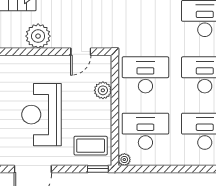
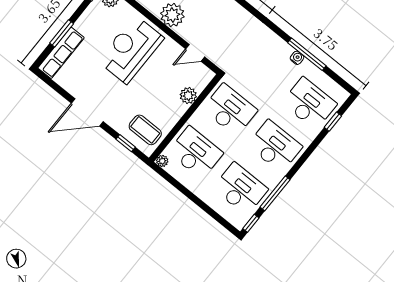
reception desk: (41, 115) -> (131, 49), moved
window: (98, 169) -> (126, 143), moved

